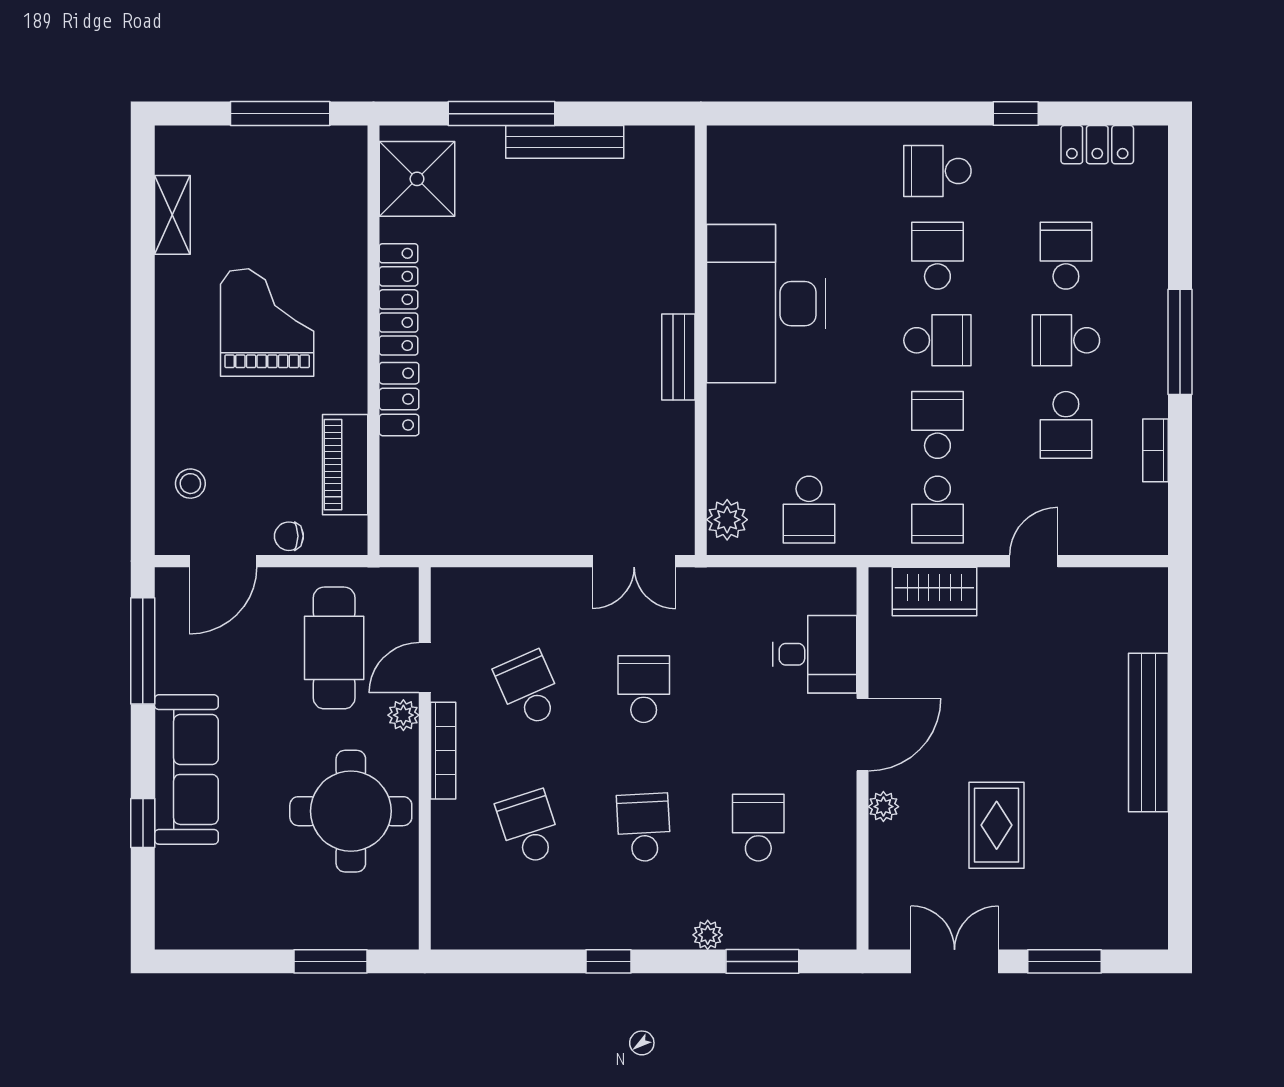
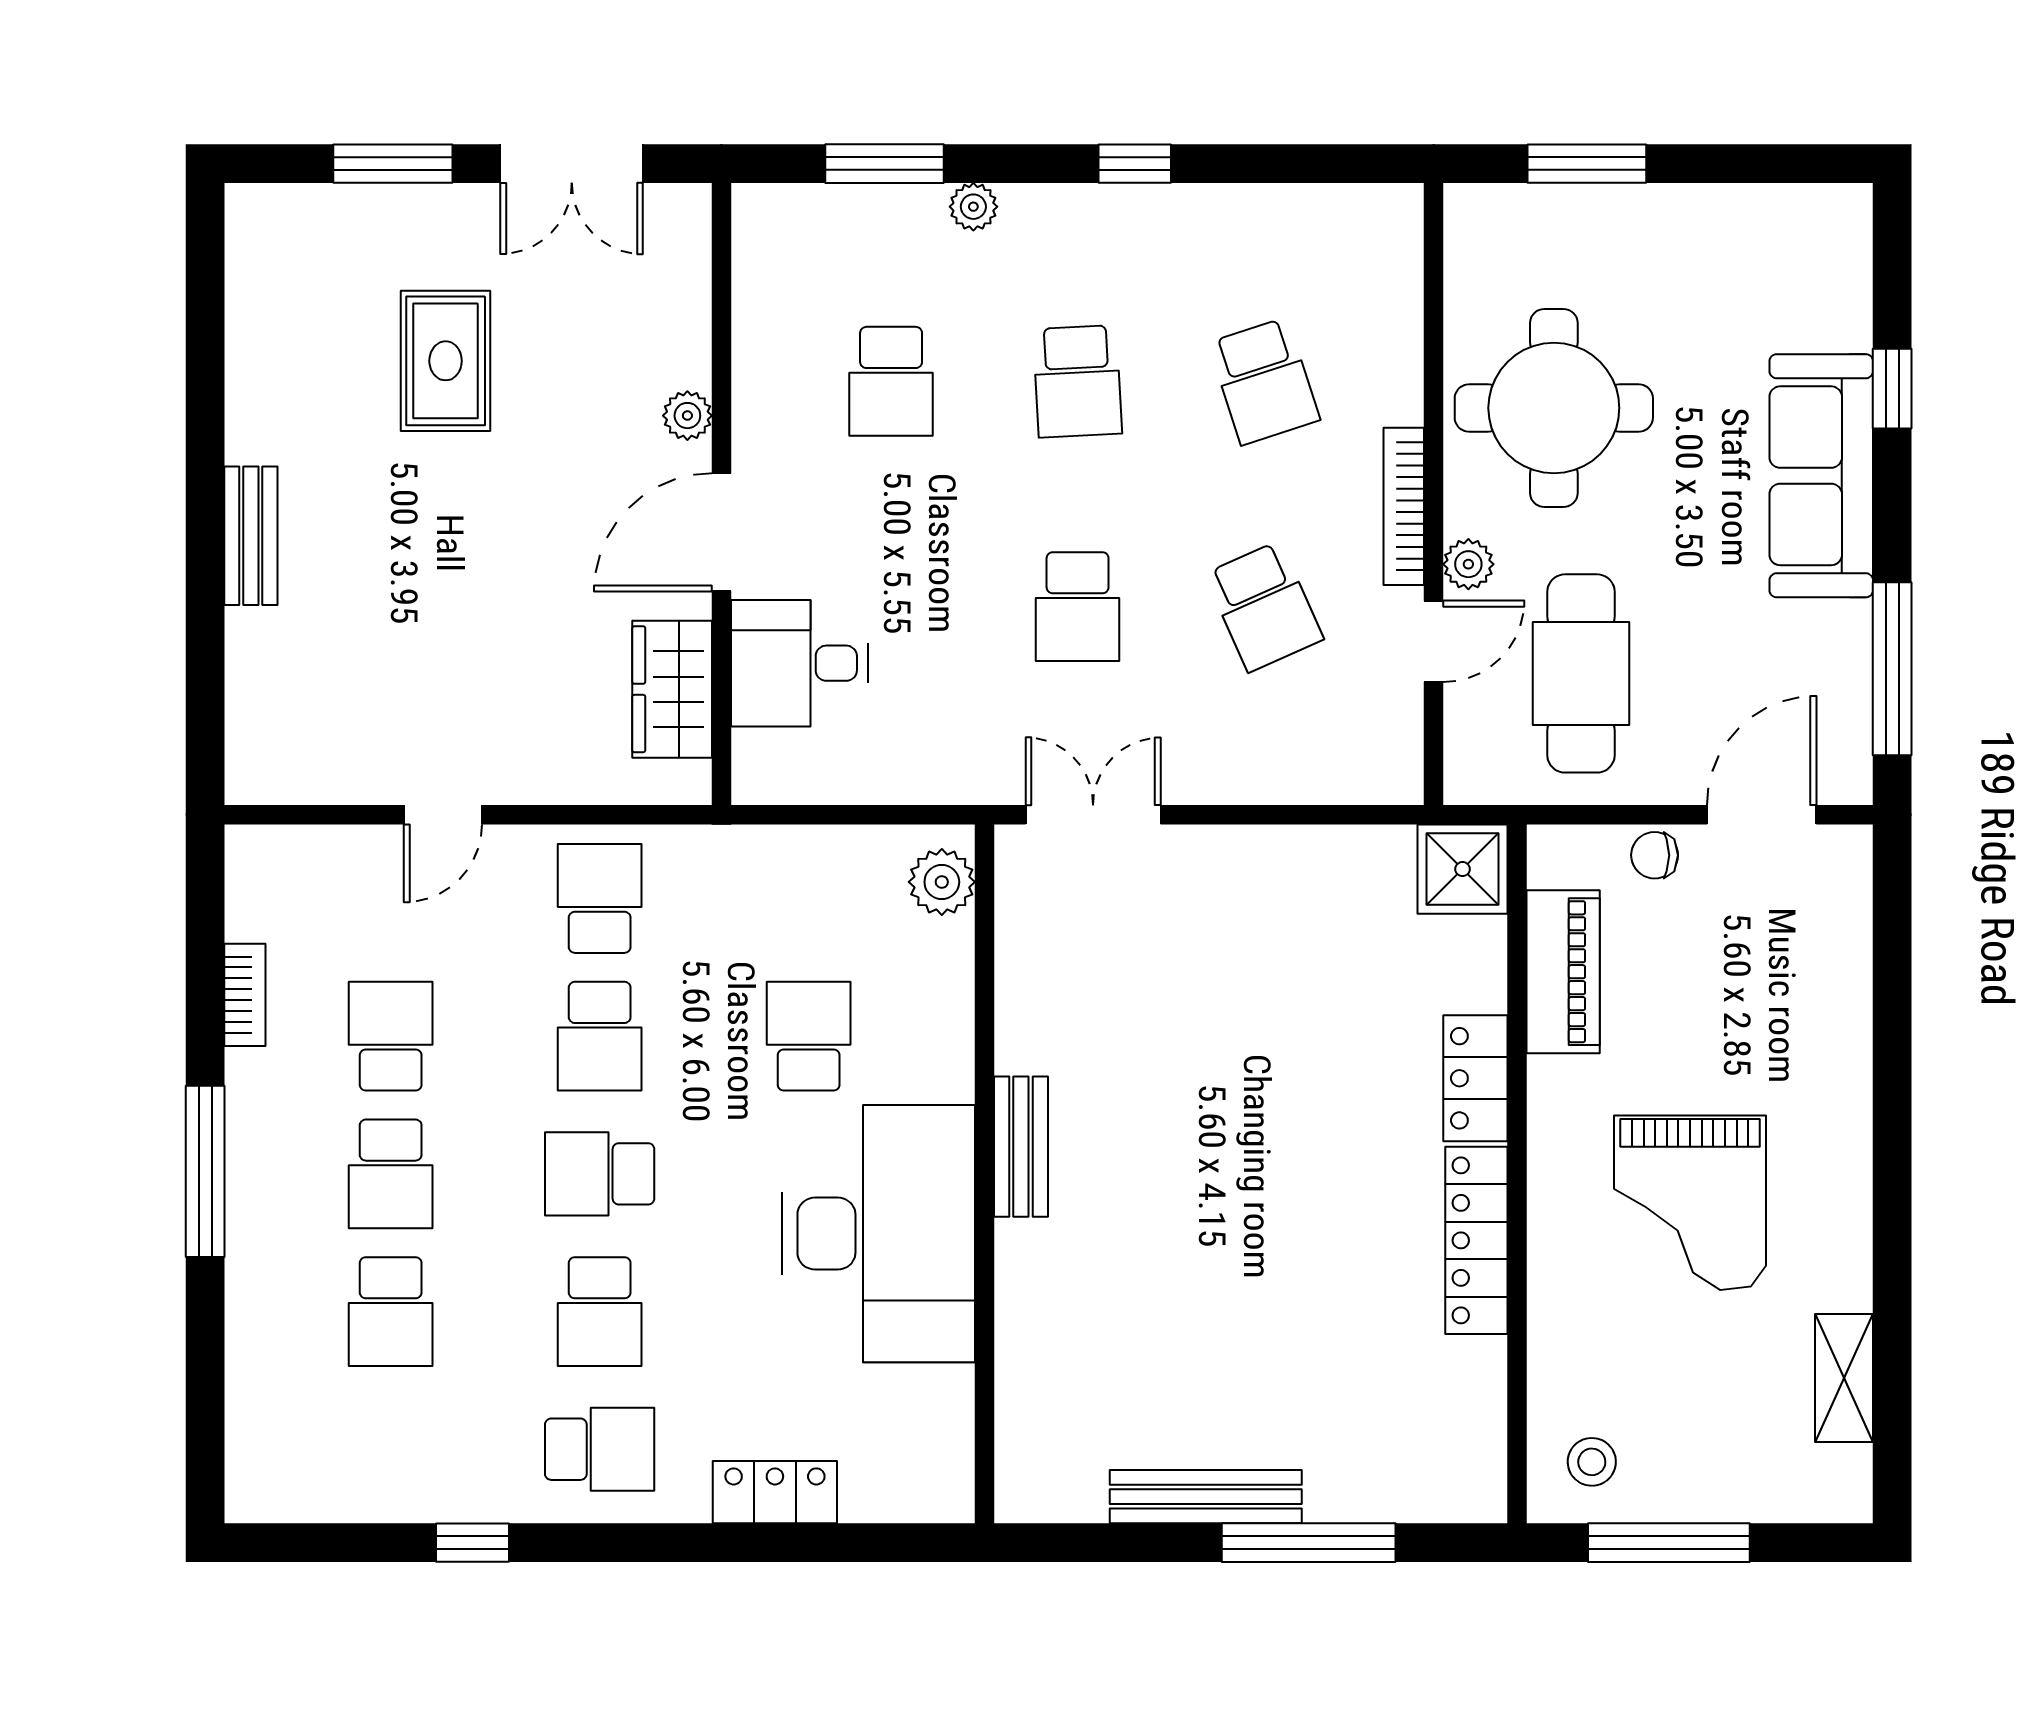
locker: (1097, 145) -> (775, 1492), moved
shower: (417, 179) -> (1463, 869), moved, width x0.73, depth x0.73
school desk: (1066, 340) -> (391, 1174), turned 90
stool: (190, 484) -> (1592, 1462), moved
school desk: (809, 510) -> (809, 1036), moved
chair: (289, 536) -> (1655, 855), turned 180
wardrobe: (934, 591) -> (672, 689), moved, turned -90
bench: (1148, 733) -> (251, 536), width x0.54, depth x0.82
rug: (997, 825) -> (446, 361), moved

